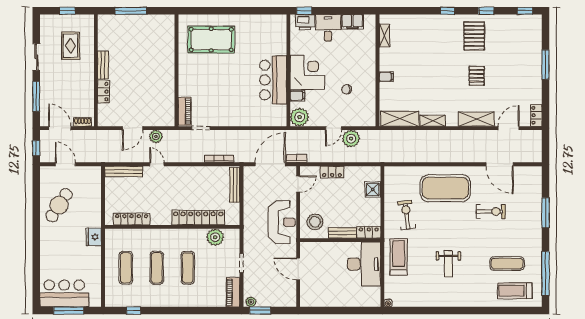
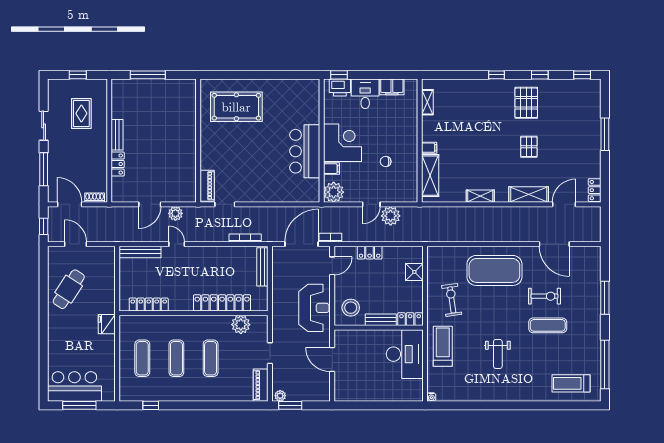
shelving: (400, 119) -> (430, 176), moved, turned 90
exercise mat: (507, 264) -> (548, 325), moved

